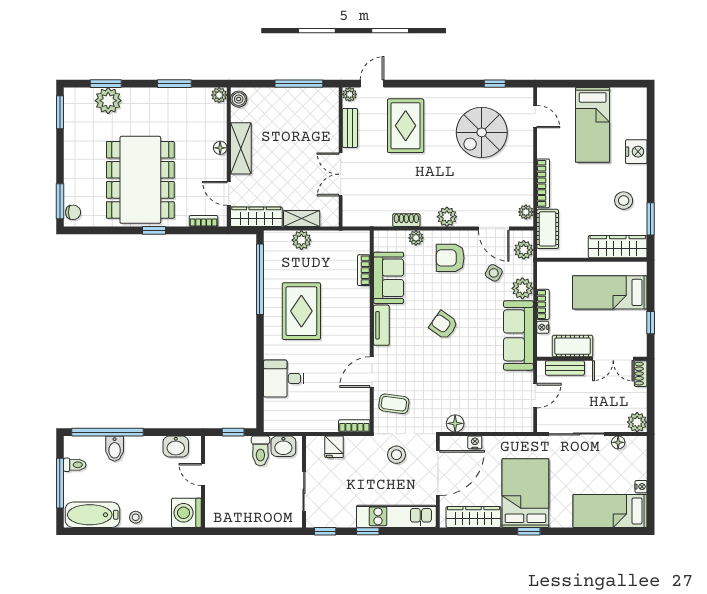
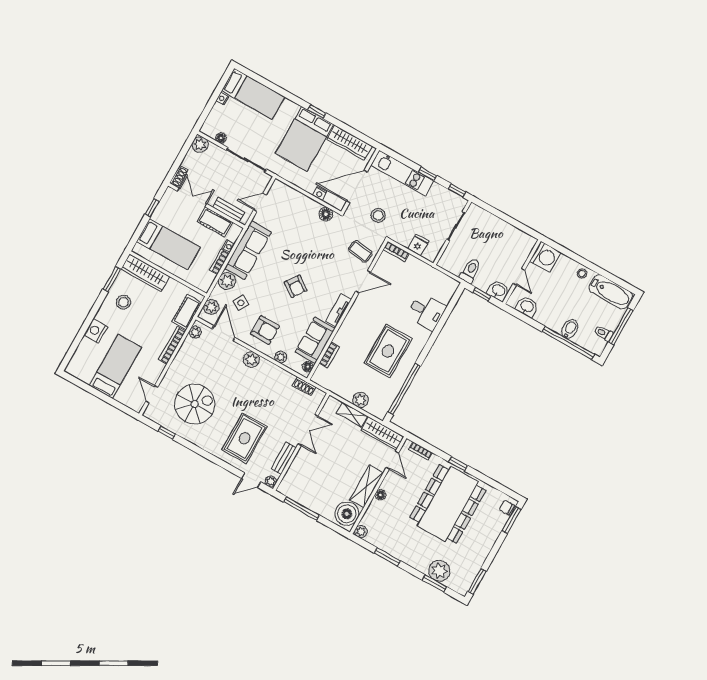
boiler: (239, 99) -> (347, 514), width x1.86, depth x1.86
shoe rack: (406, 220) -> (304, 386), moved
floor lamp: (380, 244) -> (308, 367), added
washbasin: (283, 446) -> (498, 291), moved

